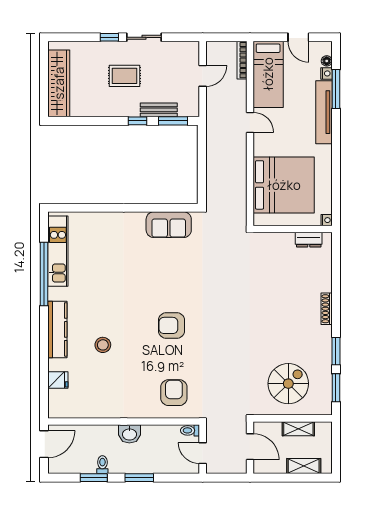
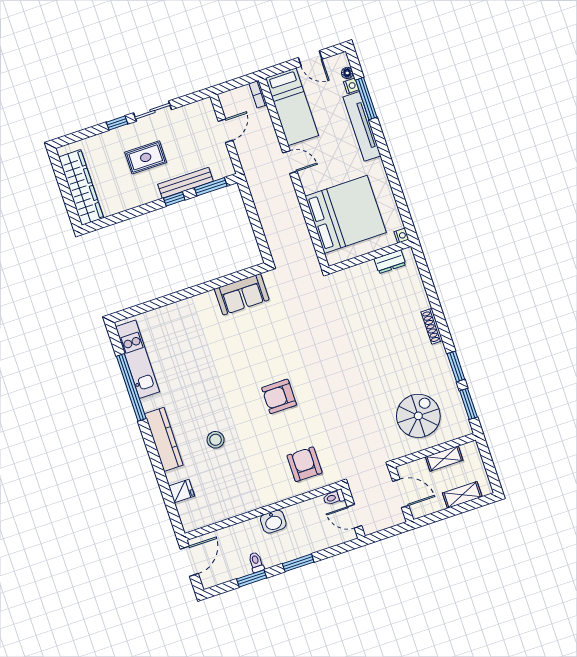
bookcase: (242, 60) -> (258, 94), width x0.64
bench: (159, 110) -> (186, 183), width x1.36

